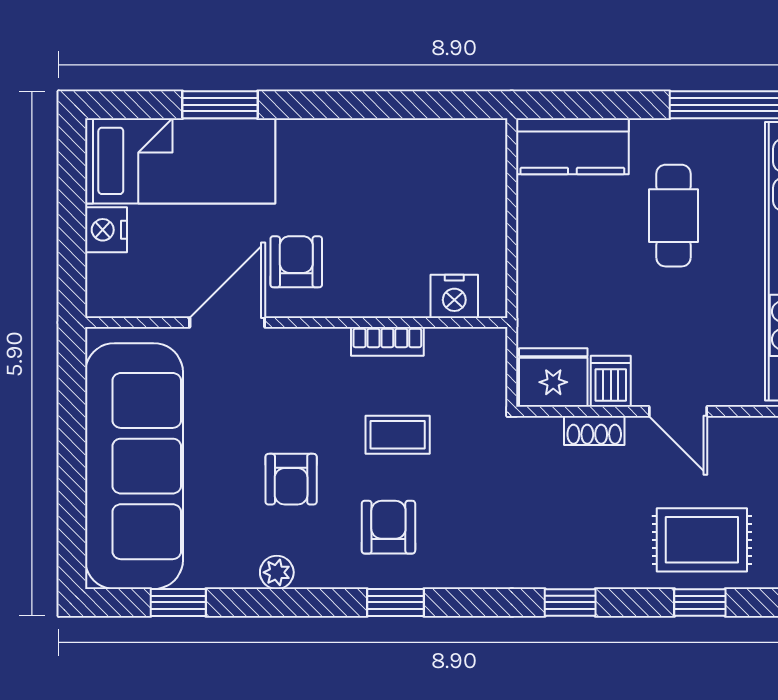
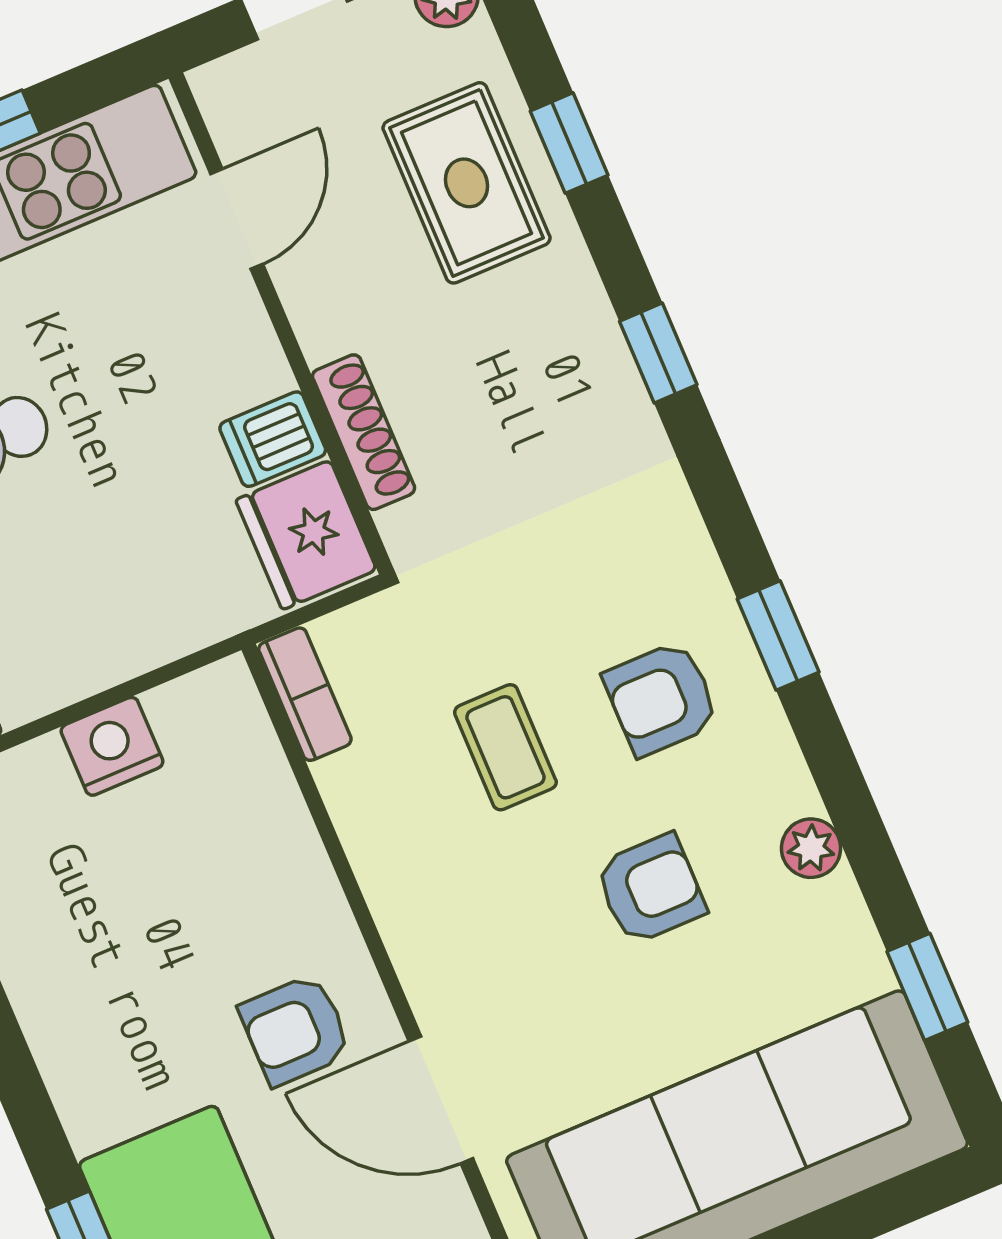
nightstand: (454, 296) -> (112, 746), moved, turned -90
bookcase: (387, 341) -> (305, 694), moved
door: (678, 411) -> (237, 219), moved
shoe rack: (594, 430) -> (364, 432), width x1.43

